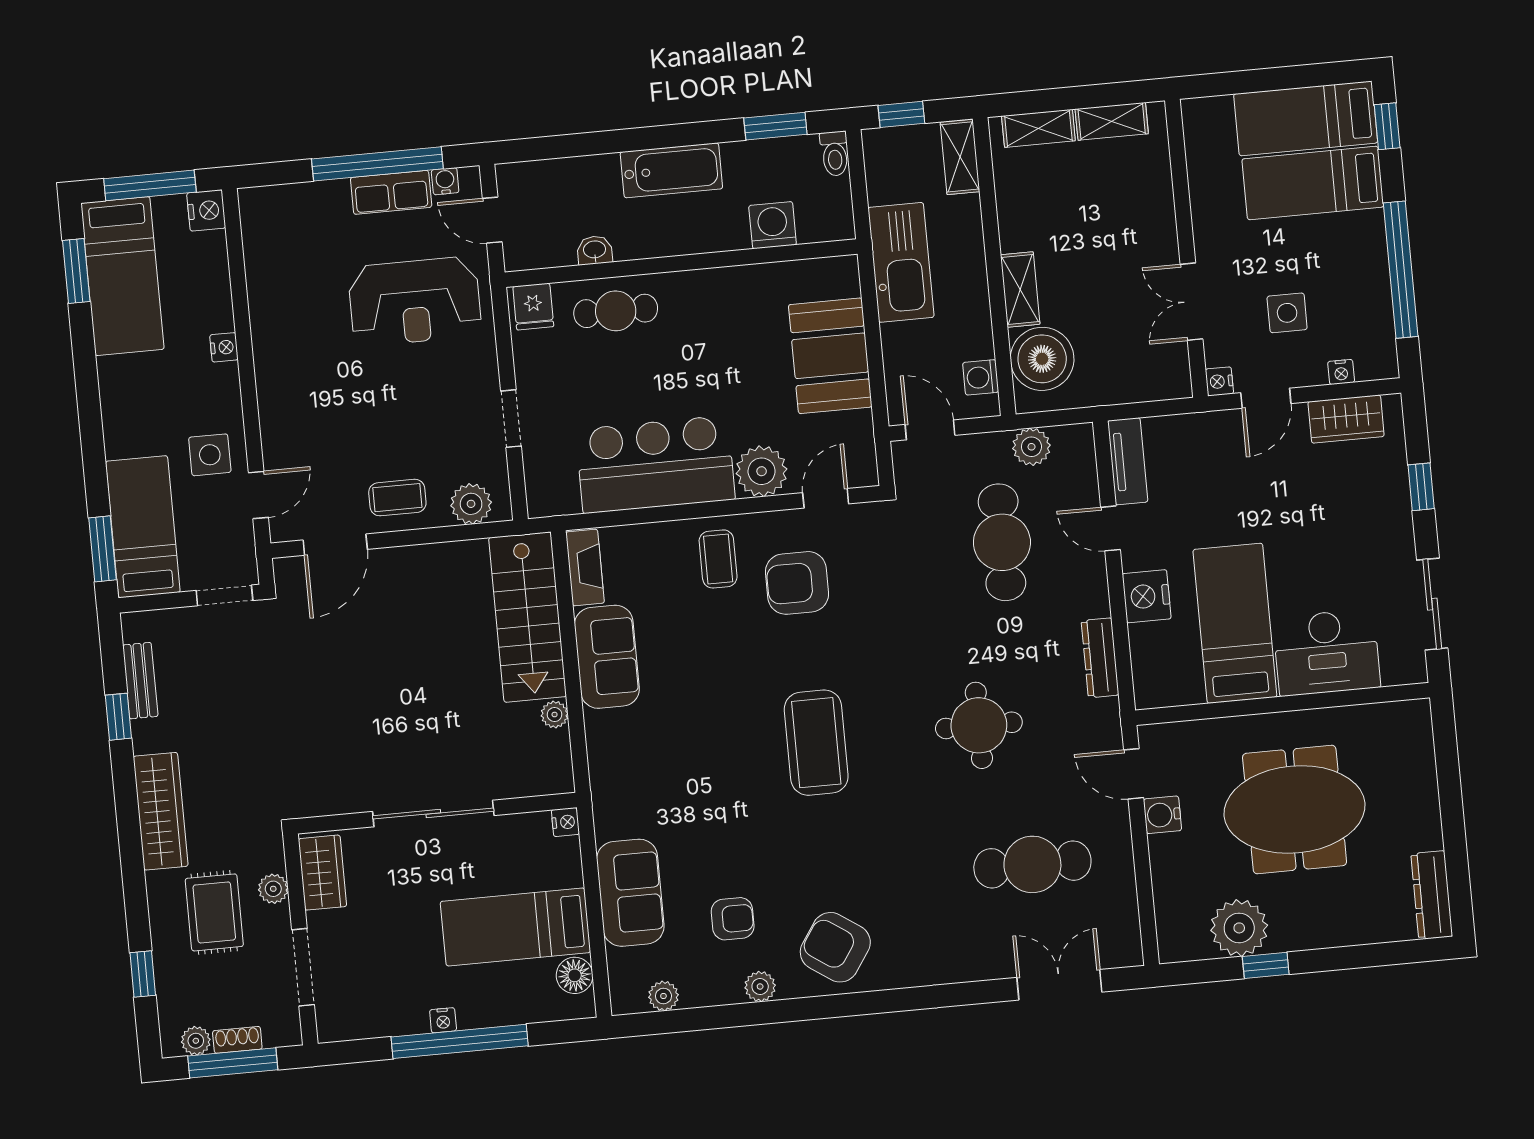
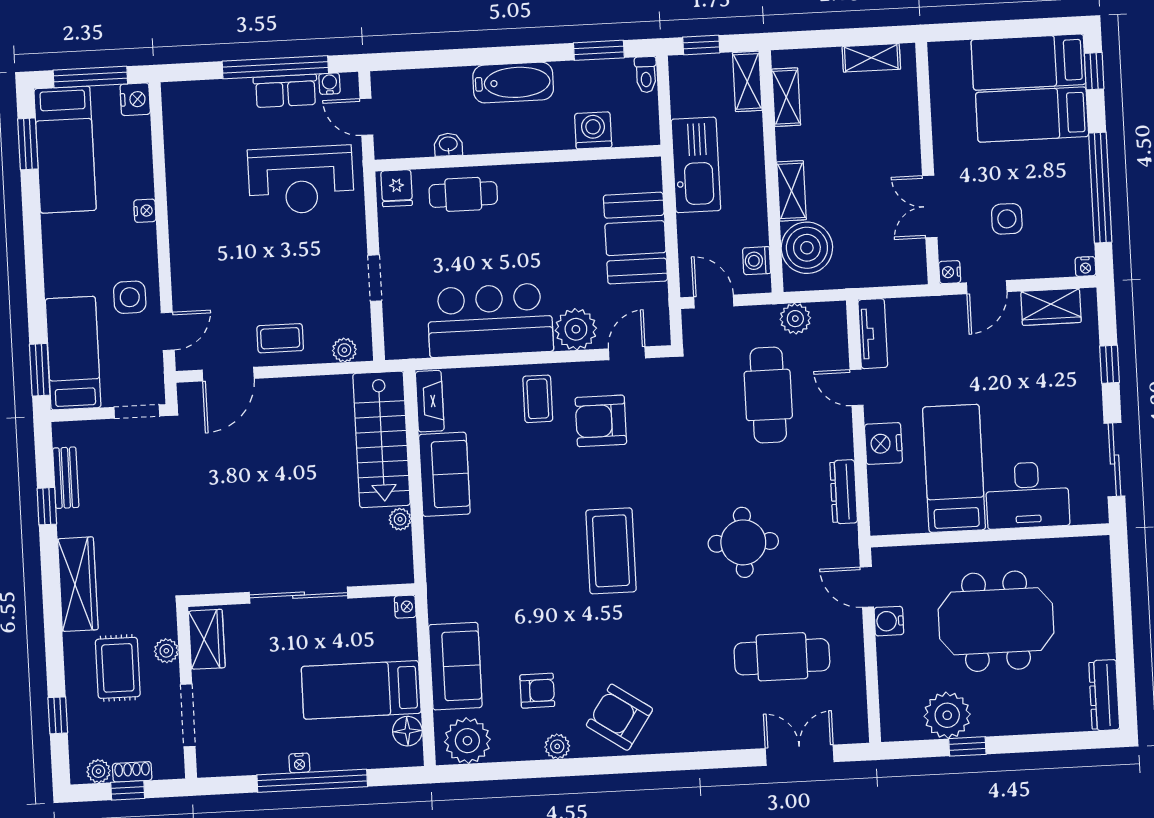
shelving: (1038, 128) -> (786, 97), moved, turned 90
nightstand: (1341, 372) -> (1085, 267), moved
plant: (471, 504) -> (344, 350), width x0.73, depth x0.73
plant: (663, 996) -> (467, 741), width x1.87, depth x1.87
window: (233, 1063) -> (128, 790), width x0.46

